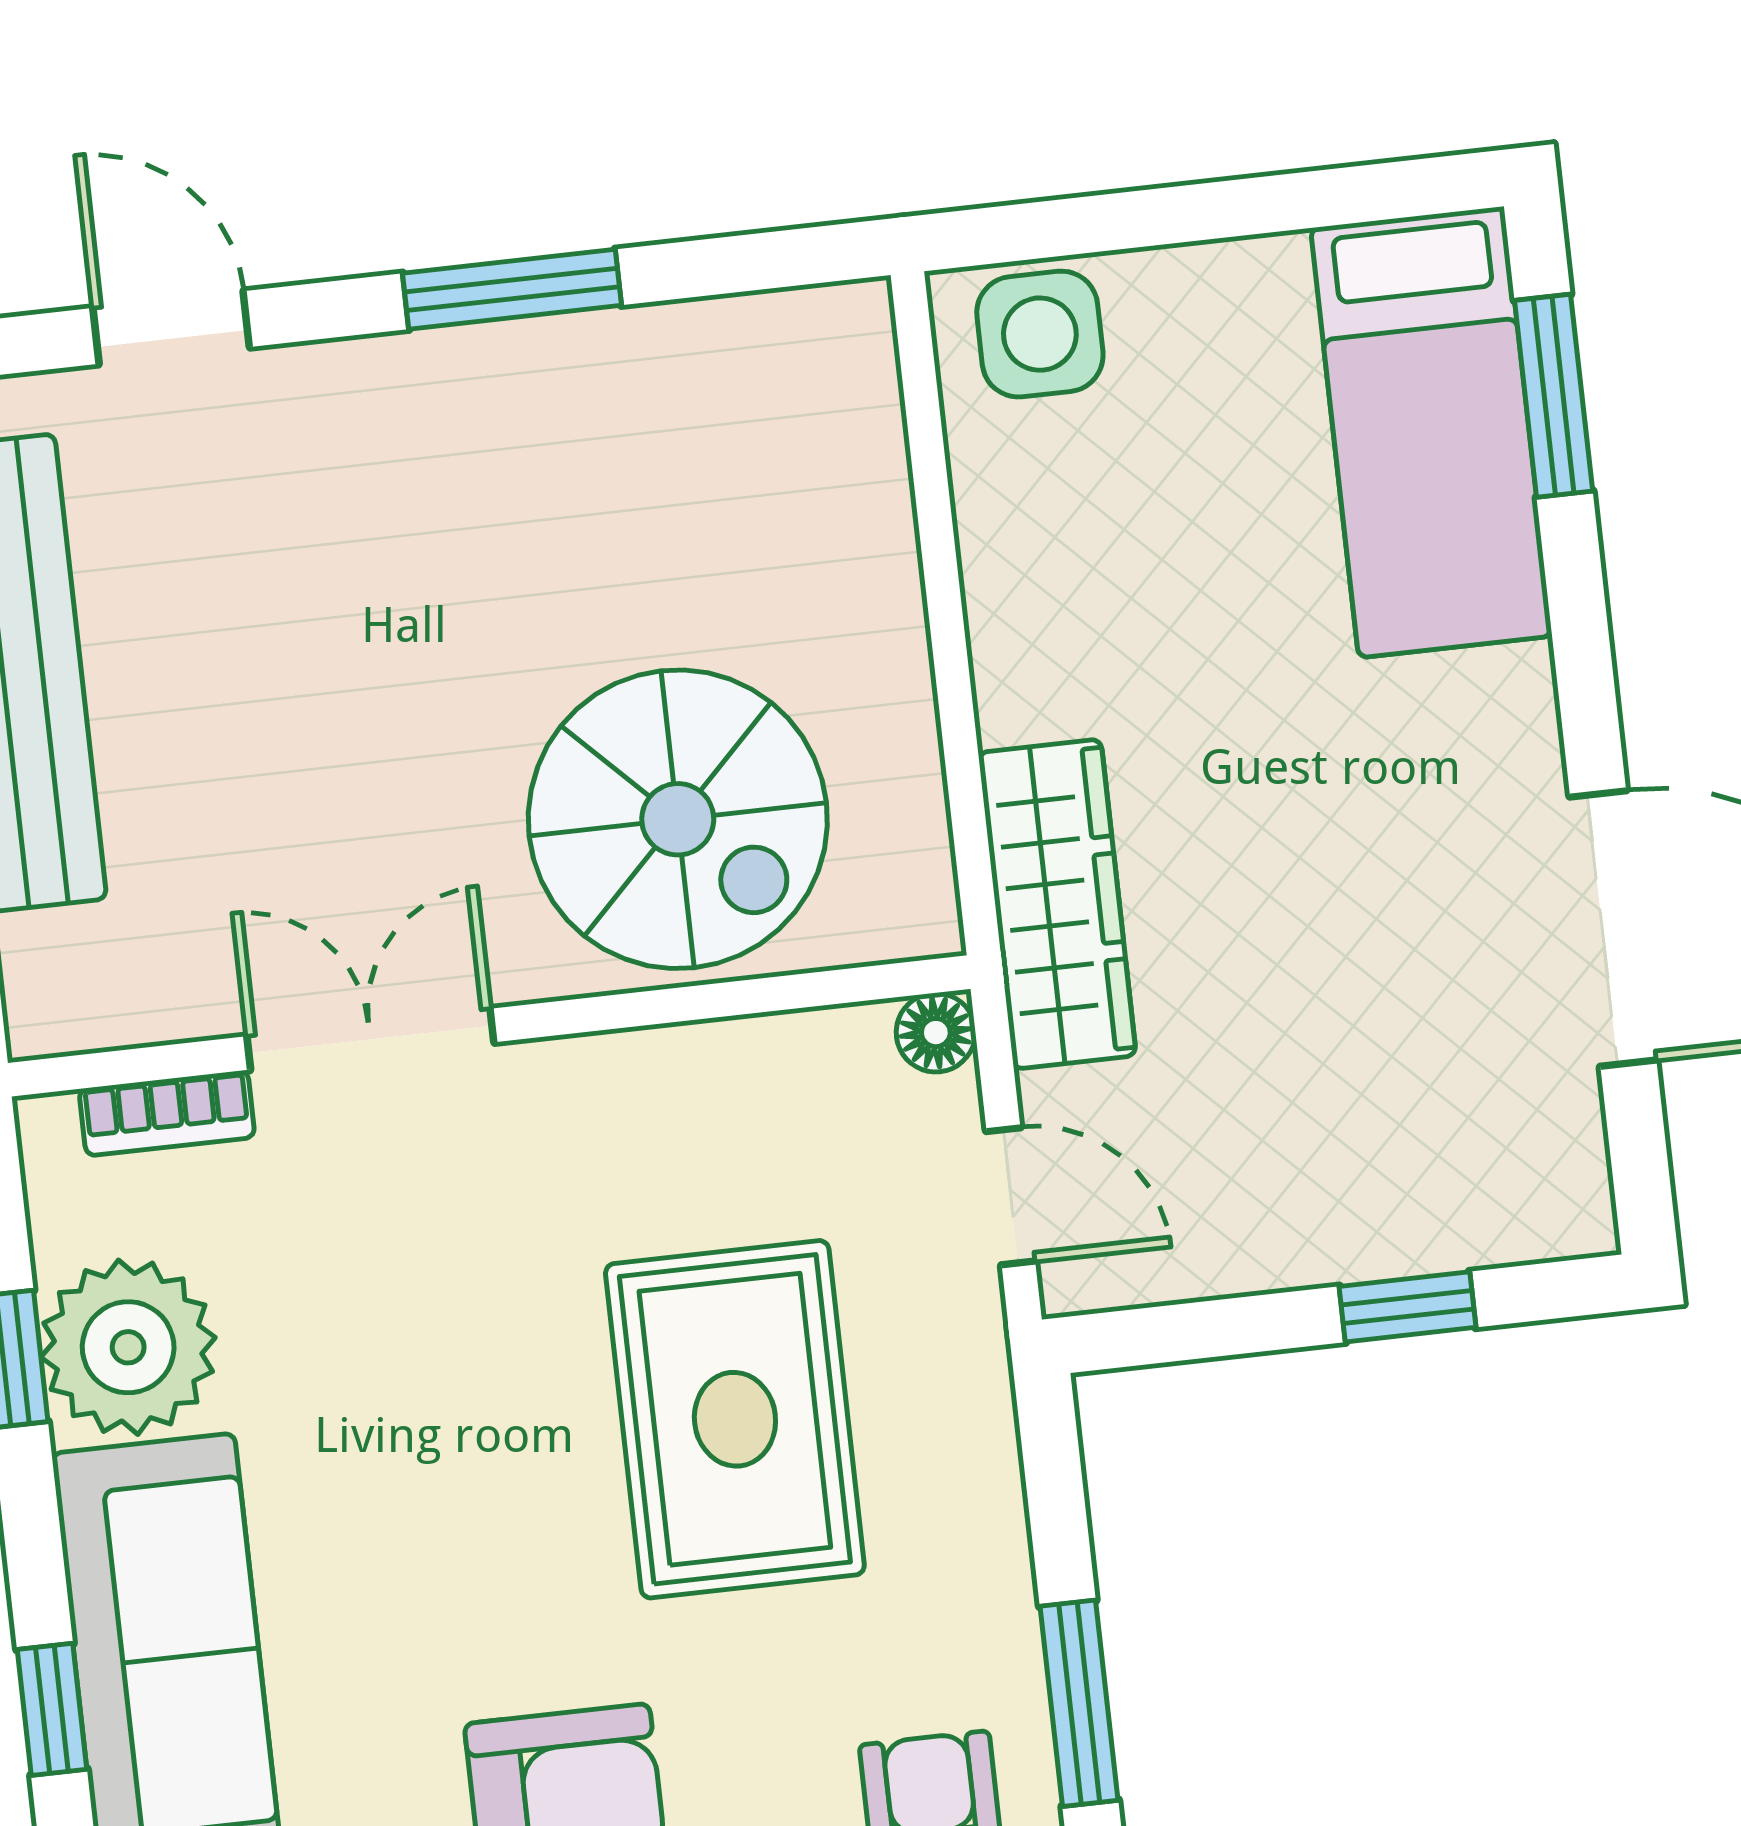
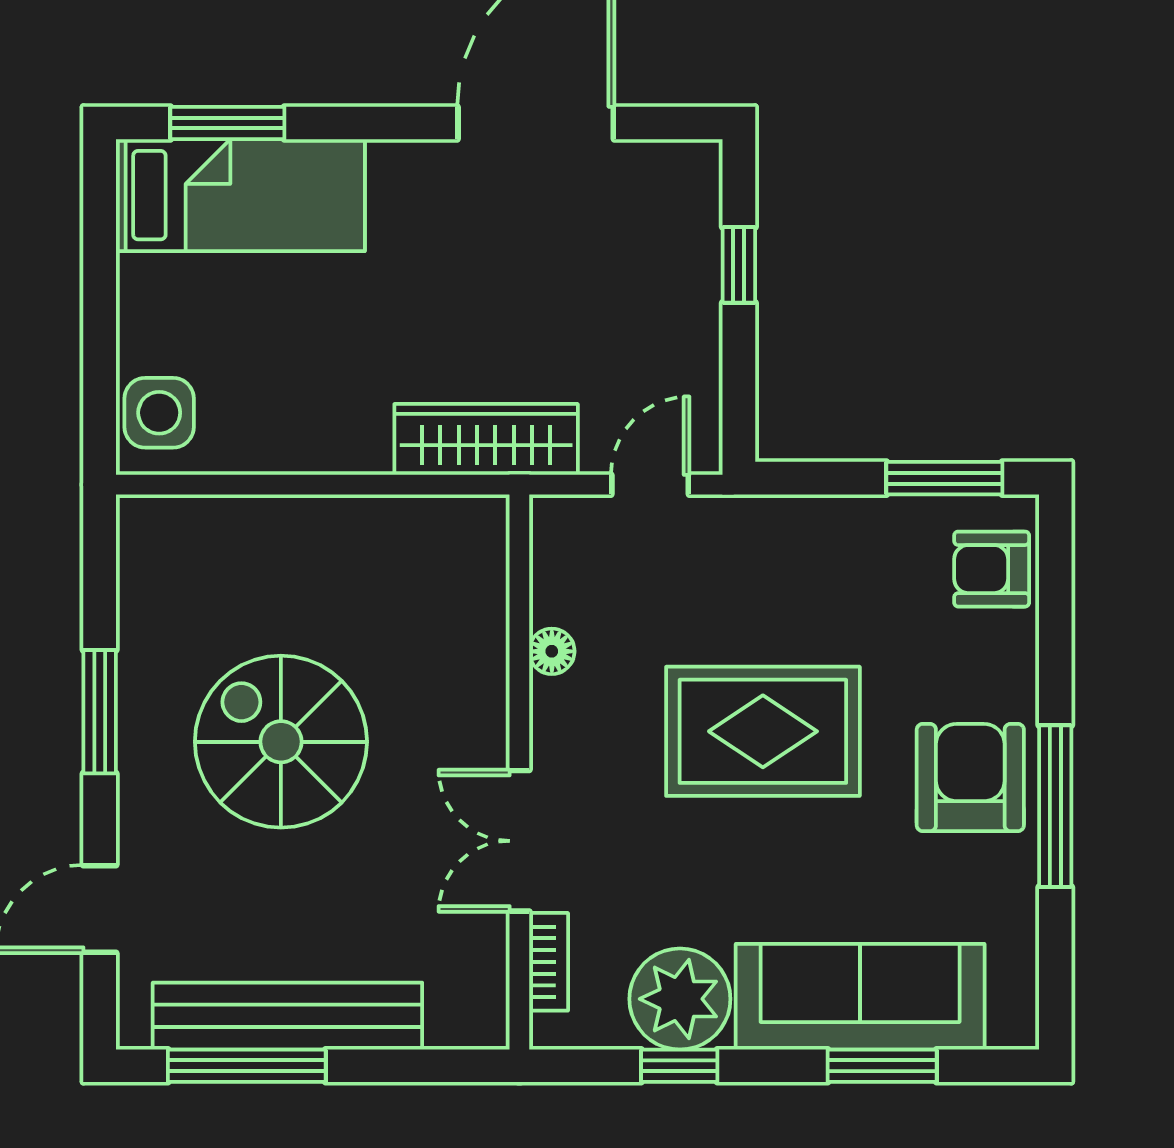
spiral stairs: (678, 819) -> (281, 742), moved, turned -90
floor lamp: (936, 1033) -> (552, 651), moved
rug: (735, 1419) -> (763, 731), moved
window: (52, 1709) -> (882, 1066), width x1.50

